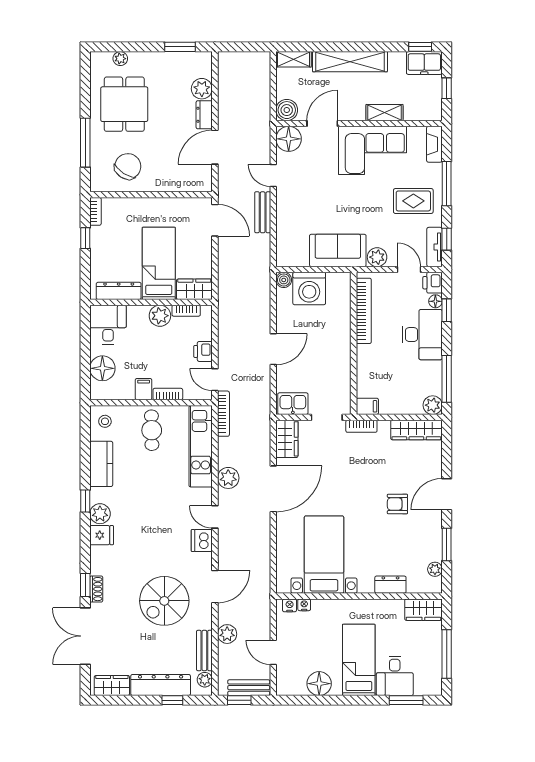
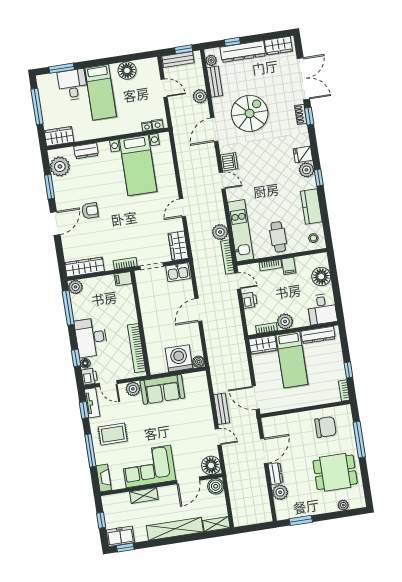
dining table: (124, 104) -> (335, 472), turned 90
chair: (128, 166) -> (325, 427), turned -123
plant: (228, 478) -> (220, 232), moved
door: (273, 489) -> (183, 208), width x0.53
plant: (435, 569) -> (60, 166), width x1.88, depth x1.88

